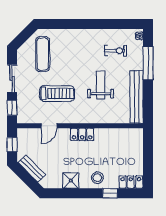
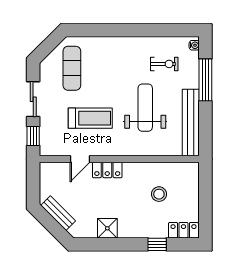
weight bench: (101, 85) -> (145, 108), width x1.36, depth x1.33
locker: (82, 134) -> (107, 170), moved
window: (12, 145) -> (33, 183), removed
stool: (97, 178) -> (159, 194), moved

